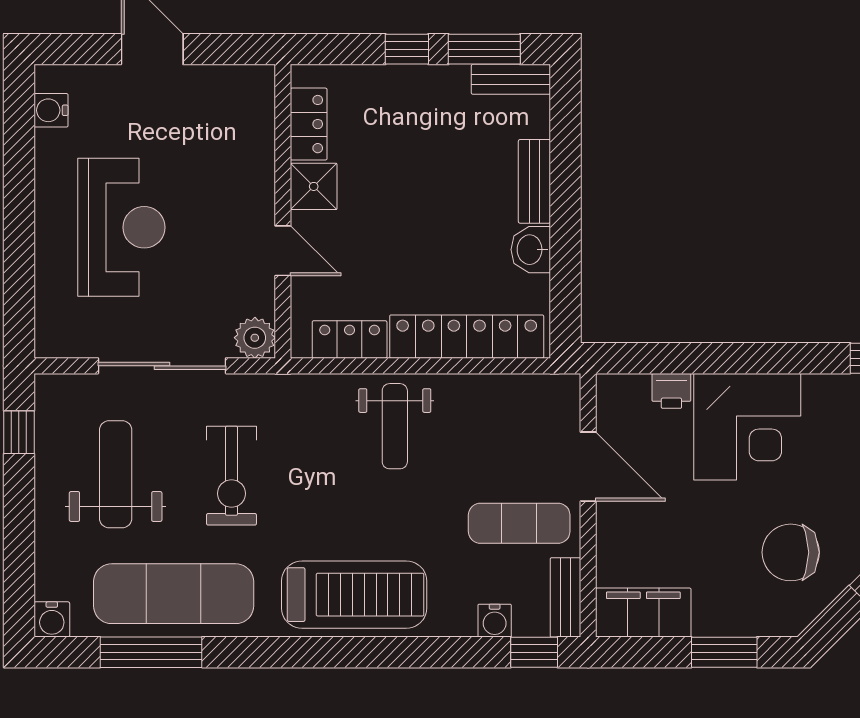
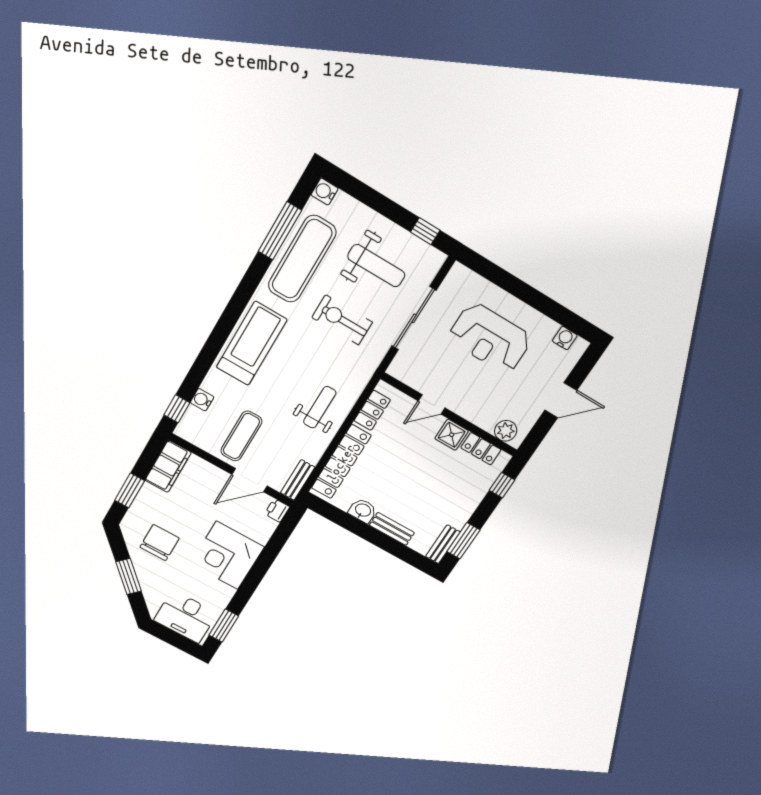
window: (407, 49) -> (502, 485), moved
plant: (255, 338) -> (506, 431), moved
printer: (671, 391) -> (277, 510), moved
weight bench: (395, 426) -> (320, 407), turned 90
treadmill: (354, 595) -> (252, 343), turned 180
bench: (565, 597) -> (298, 480), moved, turned 90

